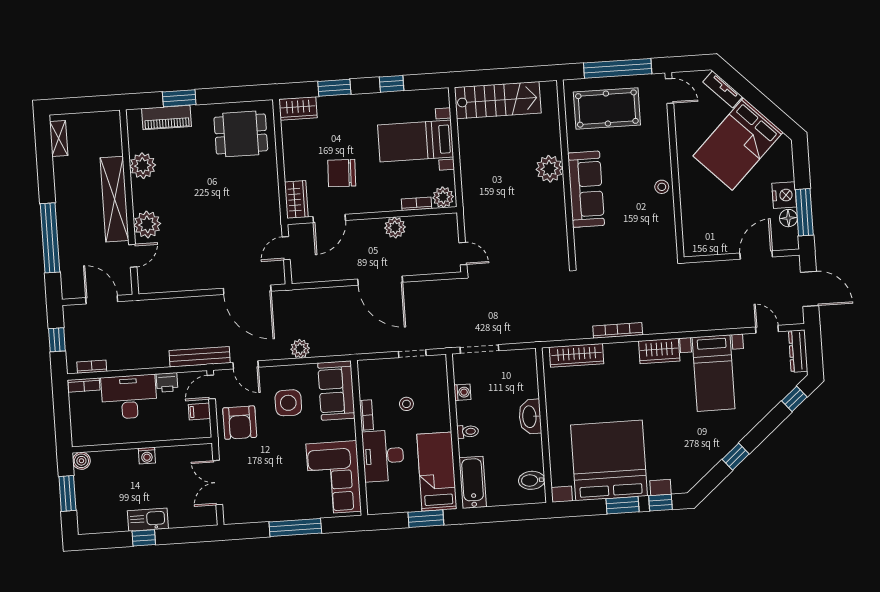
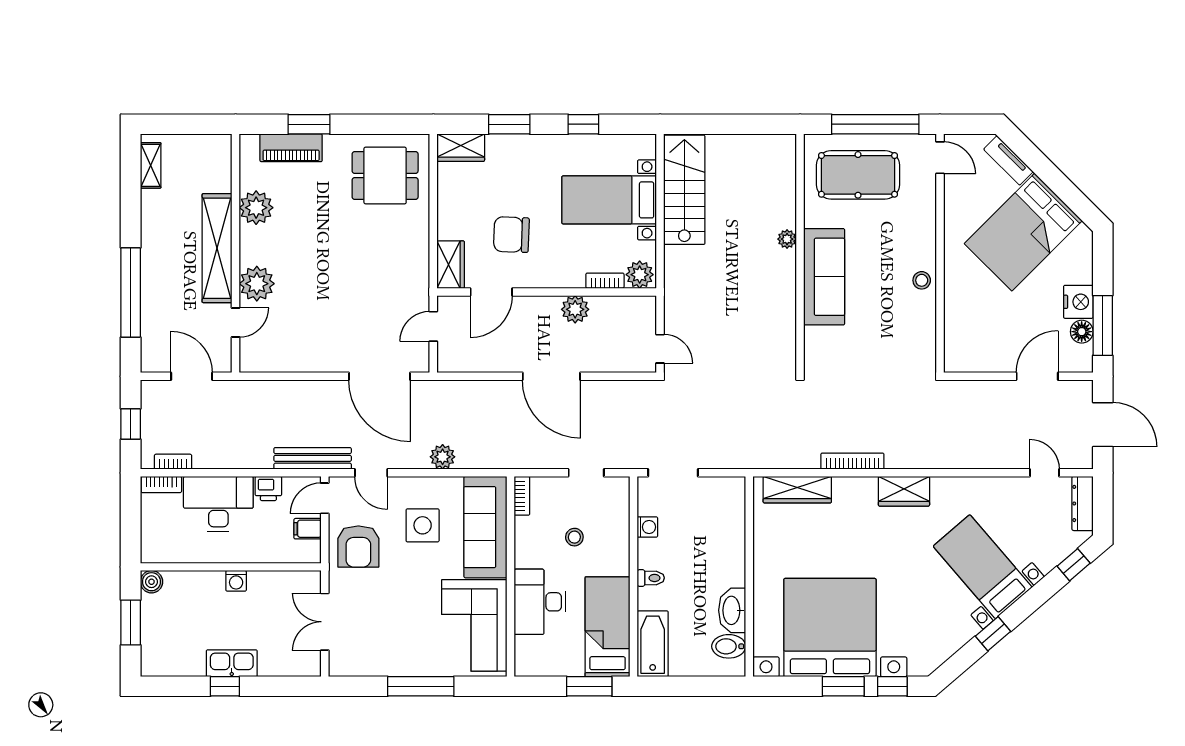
stairs: (498, 100) -> (684, 190), moved, turned -90
plant: (549, 169) -> (787, 239), width x0.53, depth x0.53
bed with nightstands: (714, 373) -> (983, 567), moved, turned 139
sofa: (336, 390) -> (485, 527), width x1.36
bookcase: (366, 415) -> (522, 496), moved
washbasin: (530, 417) -> (732, 610), moved

